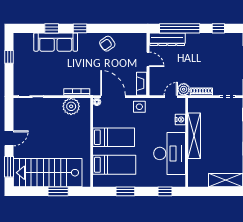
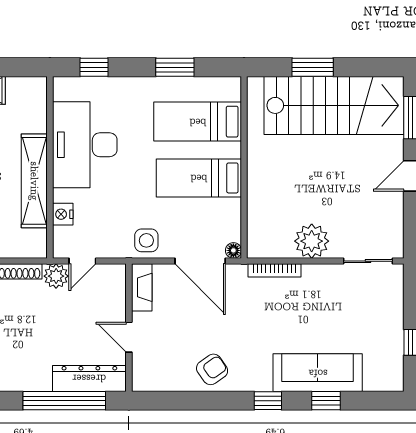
plant: (71, 106) -> (312, 241), moved

